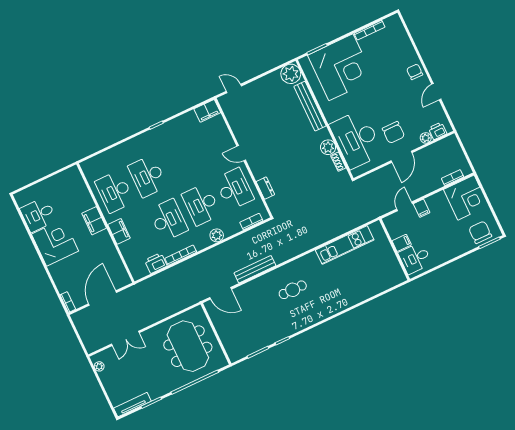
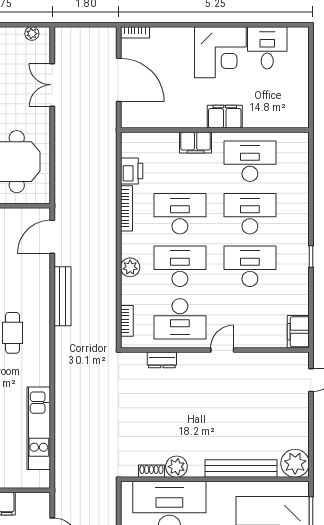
desk: (181, 161) -> (250, 266), added
desk: (168, 220) -> (180, 214), turned 180

